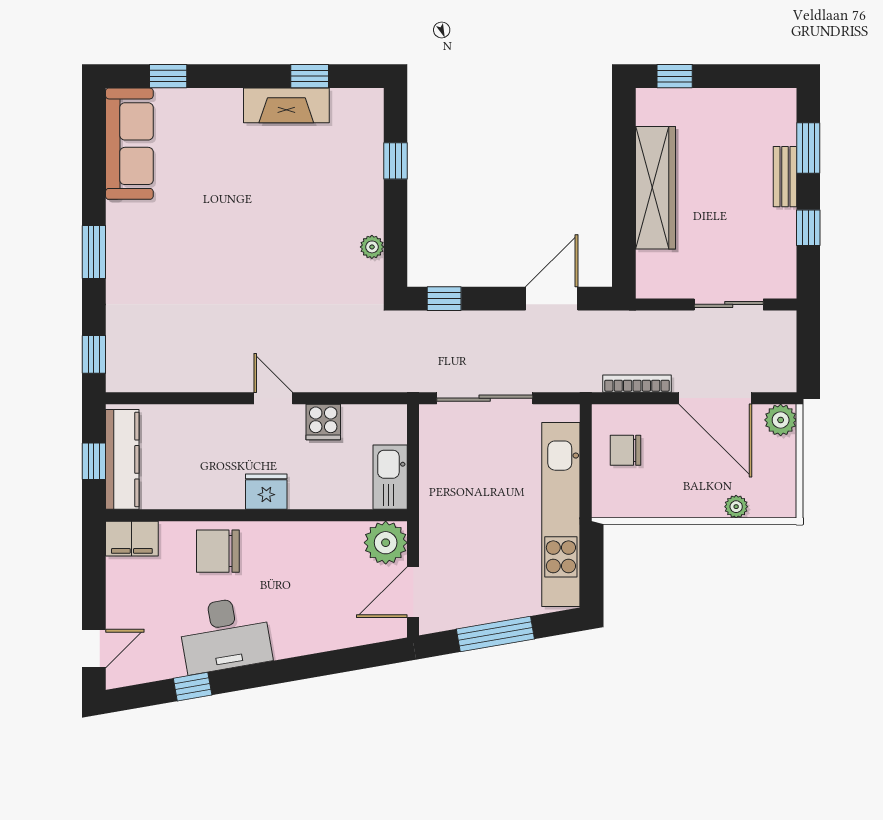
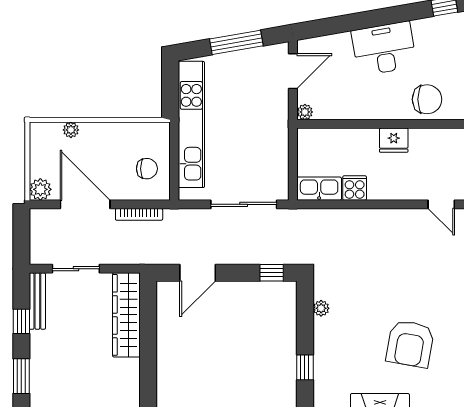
bench: (785, 177) -> (37, 301), moved, width x1.36
wardrobe: (655, 188) -> (126, 315), moved
armchair: (242, 195) -> (410, 344), added
door: (273, 398) -> (441, 204), moved
kitchen sink: (390, 477) -> (319, 189), moved, turned -90
plant: (386, 543) -> (305, 112), width x0.53, depth x0.53
desk: (225, 635) -> (384, 49), moved

